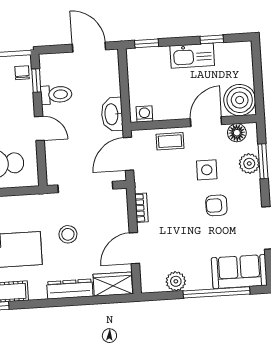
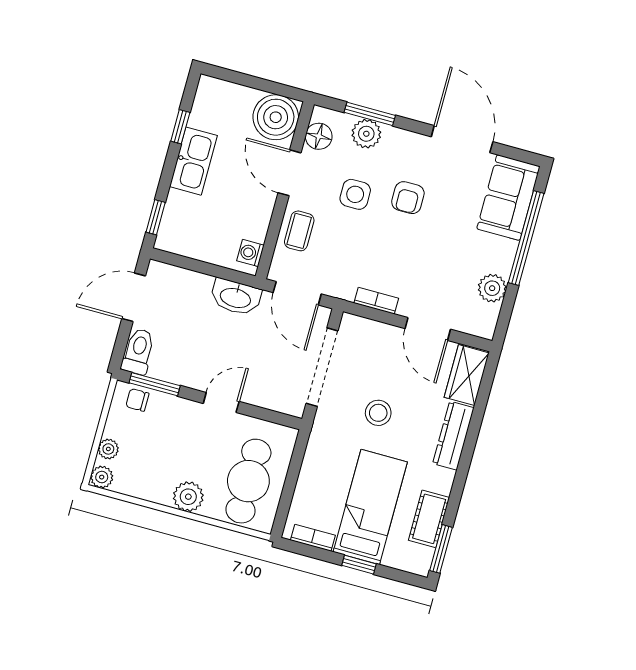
window: (36, 81) -> (155, 384), width x1.50
toilet: (56, 95) -> (138, 351), moved

